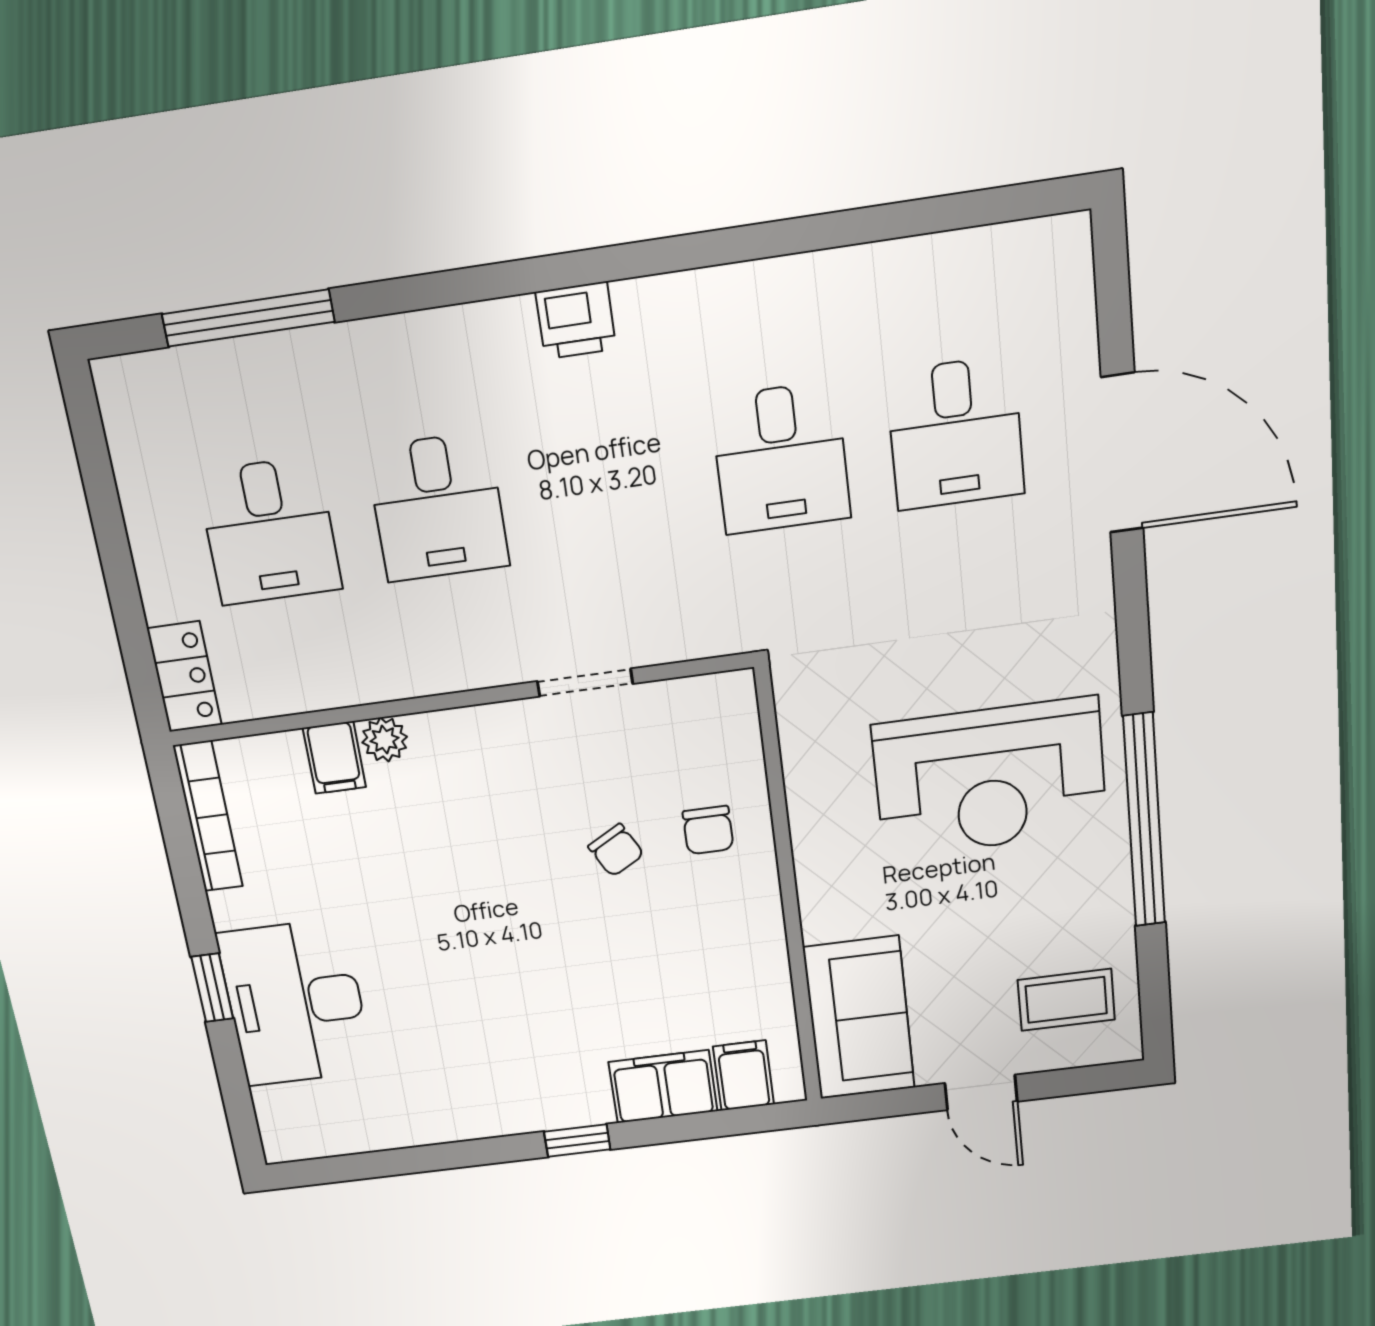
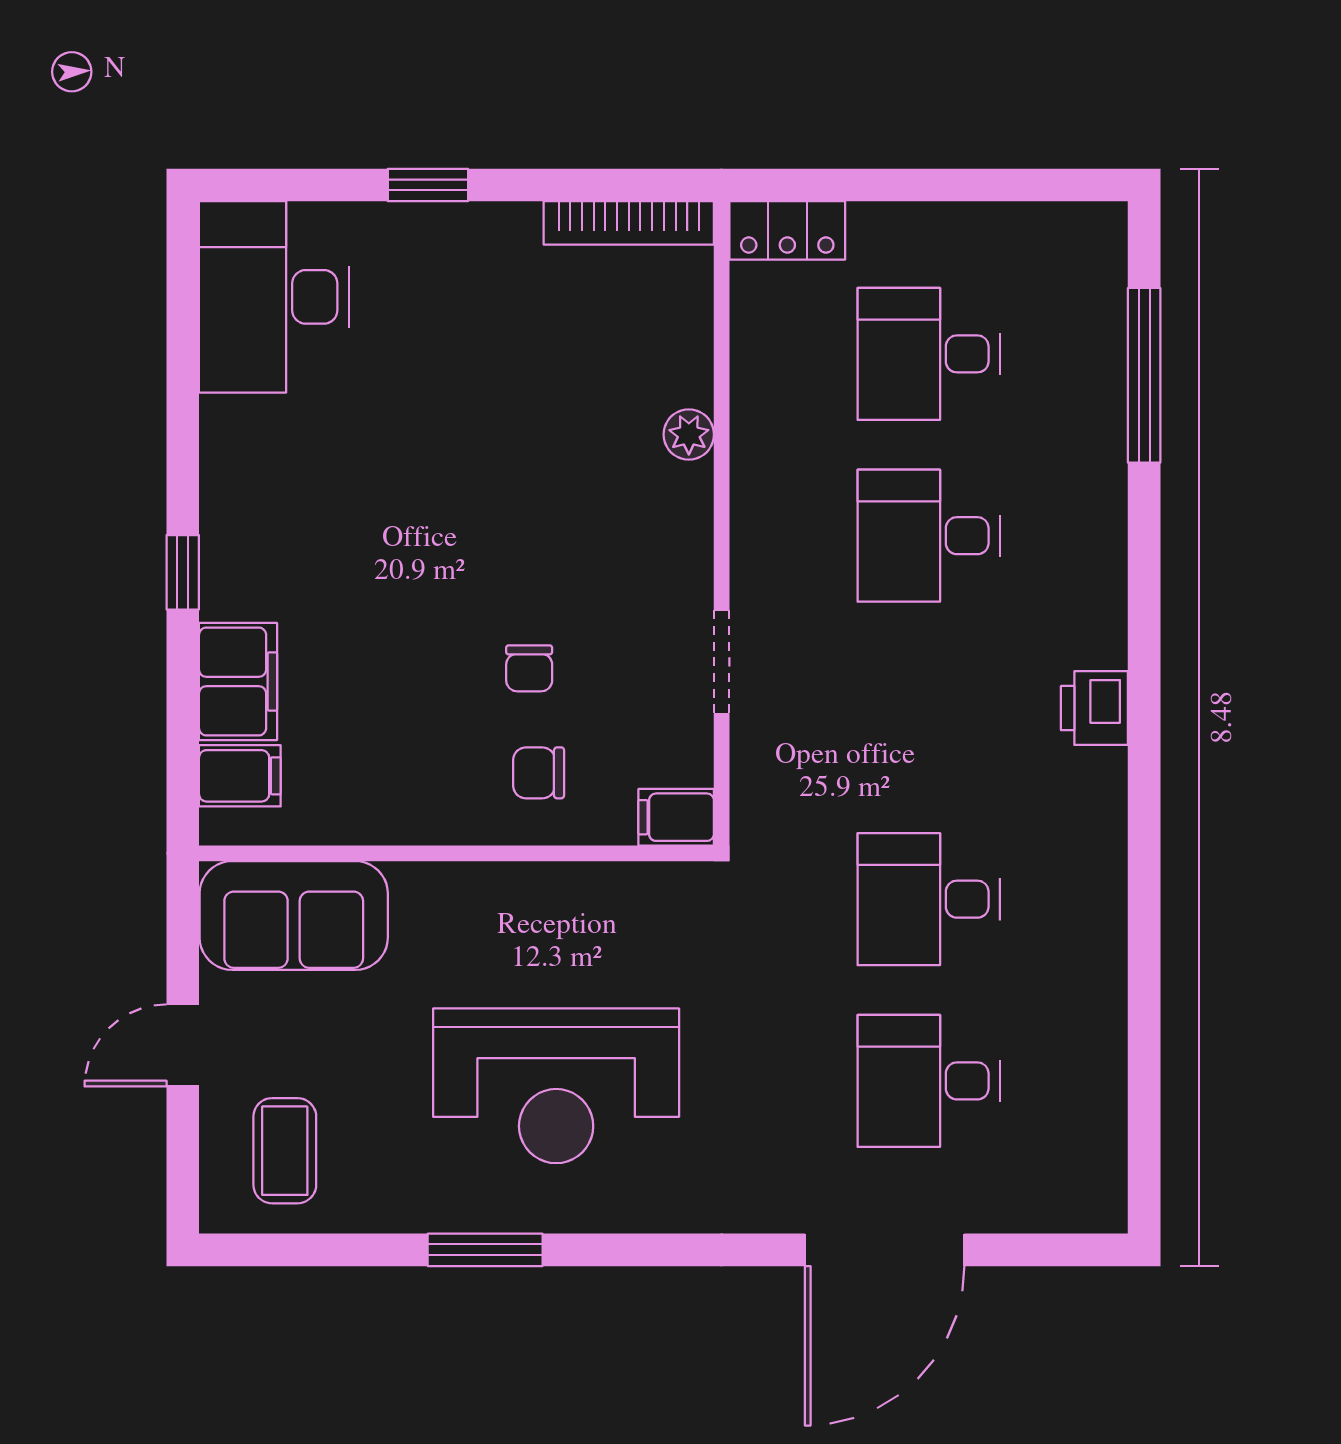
filing cabinet: (334, 758) -> (676, 817), moved
reception desk: (990, 778) -> (556, 1086), turned -90
window: (1144, 821) -> (485, 1250), width x0.47
chair: (616, 850) -> (529, 668), turned -61
desk: (295, 1003) -> (274, 297), moved, turned -90

